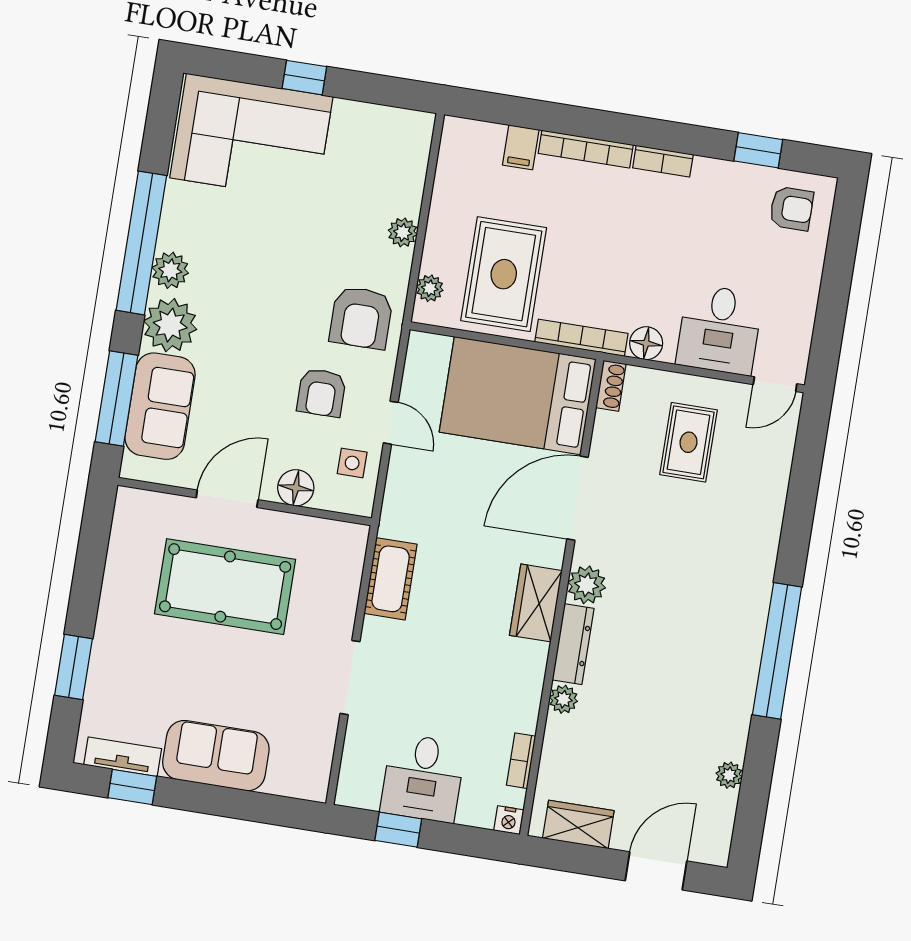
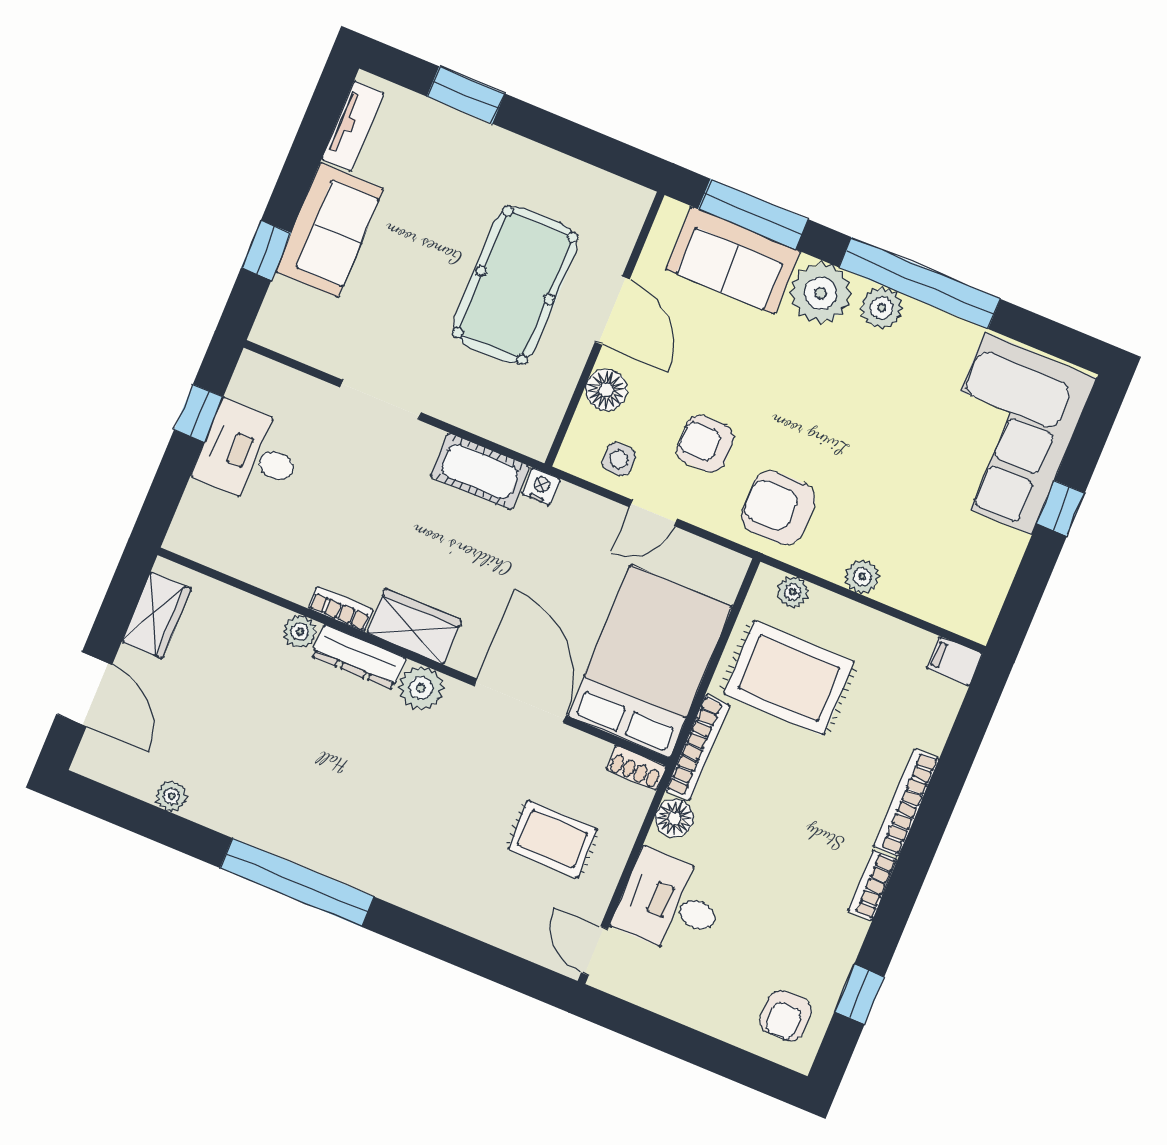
filing cabinet: (521, 147) -> (954, 661), moved
bookcase: (521, 761) -> (341, 609), moved
window: (132, 787) -> (266, 250), moved
nightstand: (509, 820) -> (541, 486), moved, turned 90

